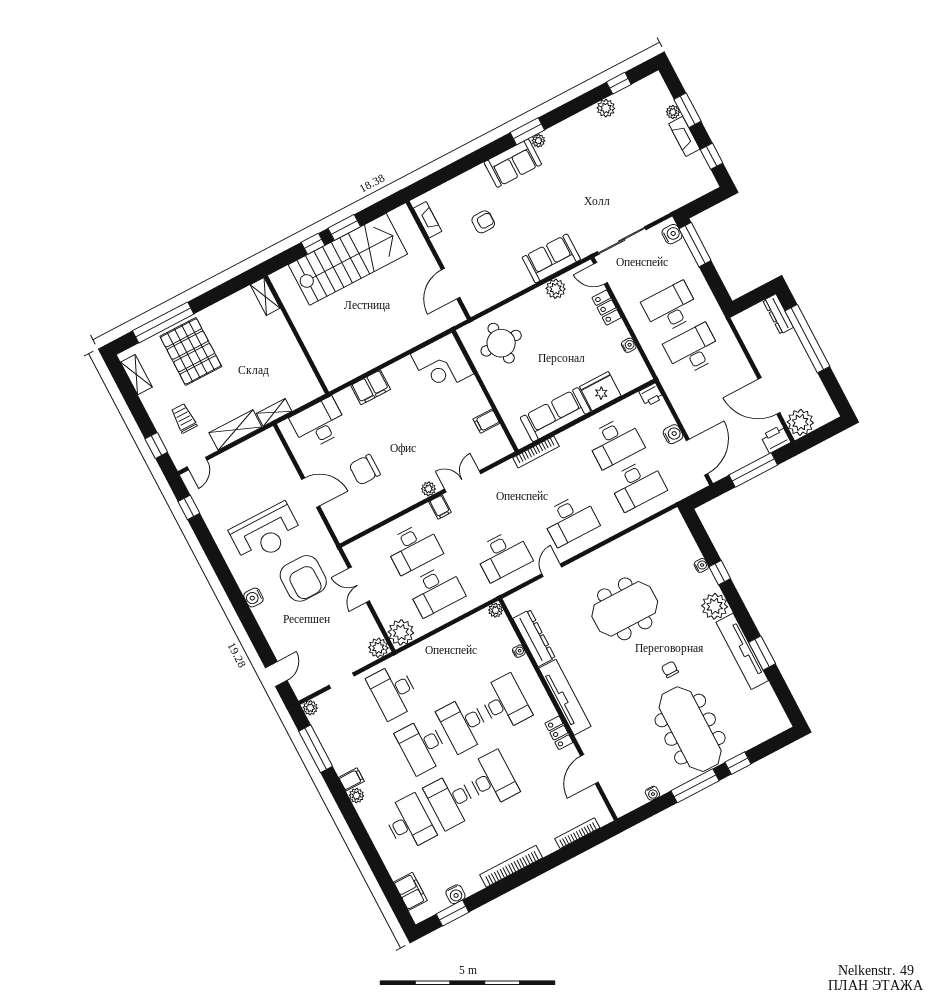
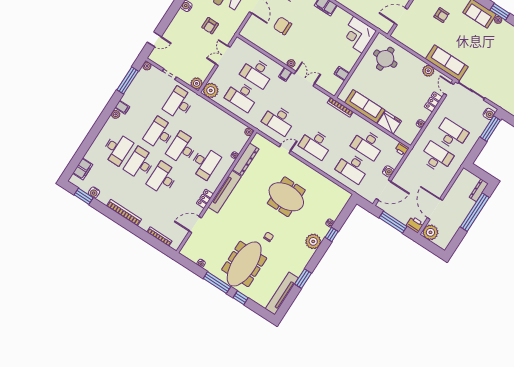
sofa: (551, 258) -> (447, 63), width x1.36
armchair: (303, 578) -> (210, 26), width x0.53, depth x0.53
tv unit: (742, 651) -> (282, 293), moved
desk: (492, 779) -> (163, 178), turned 180

